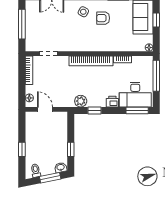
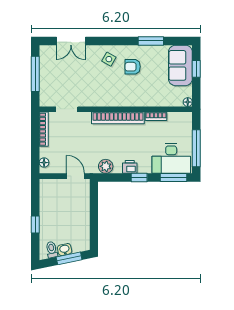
window: (156, 76) -> (196, 148), moved
printer: (112, 102) -> (130, 167), moved
door: (45, 109) -> (75, 176), moved
window: (95, 110) -> (139, 178), moved
window: (71, 149) -> (94, 224), removed
washbasin: (61, 167) -> (65, 250), moved

